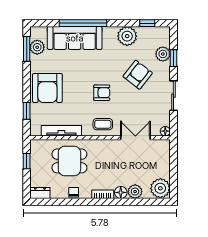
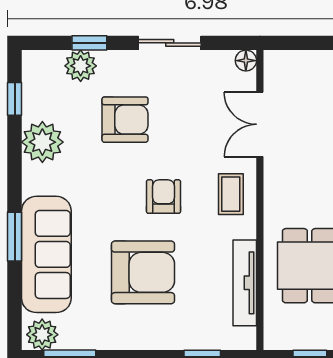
window: (83, 23) -> (15, 237), width x0.47
plant: (37, 47) -> (42, 335), moved
armchair: (138, 75) -> (125, 120), turned 142
armchair: (47, 88) -> (143, 272), moved

